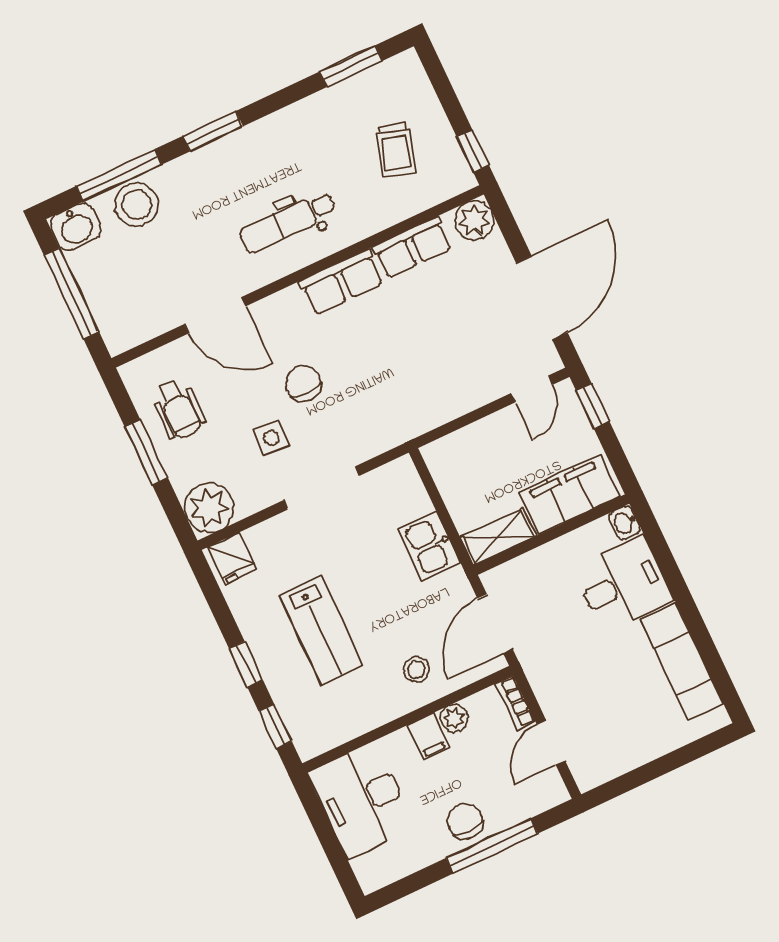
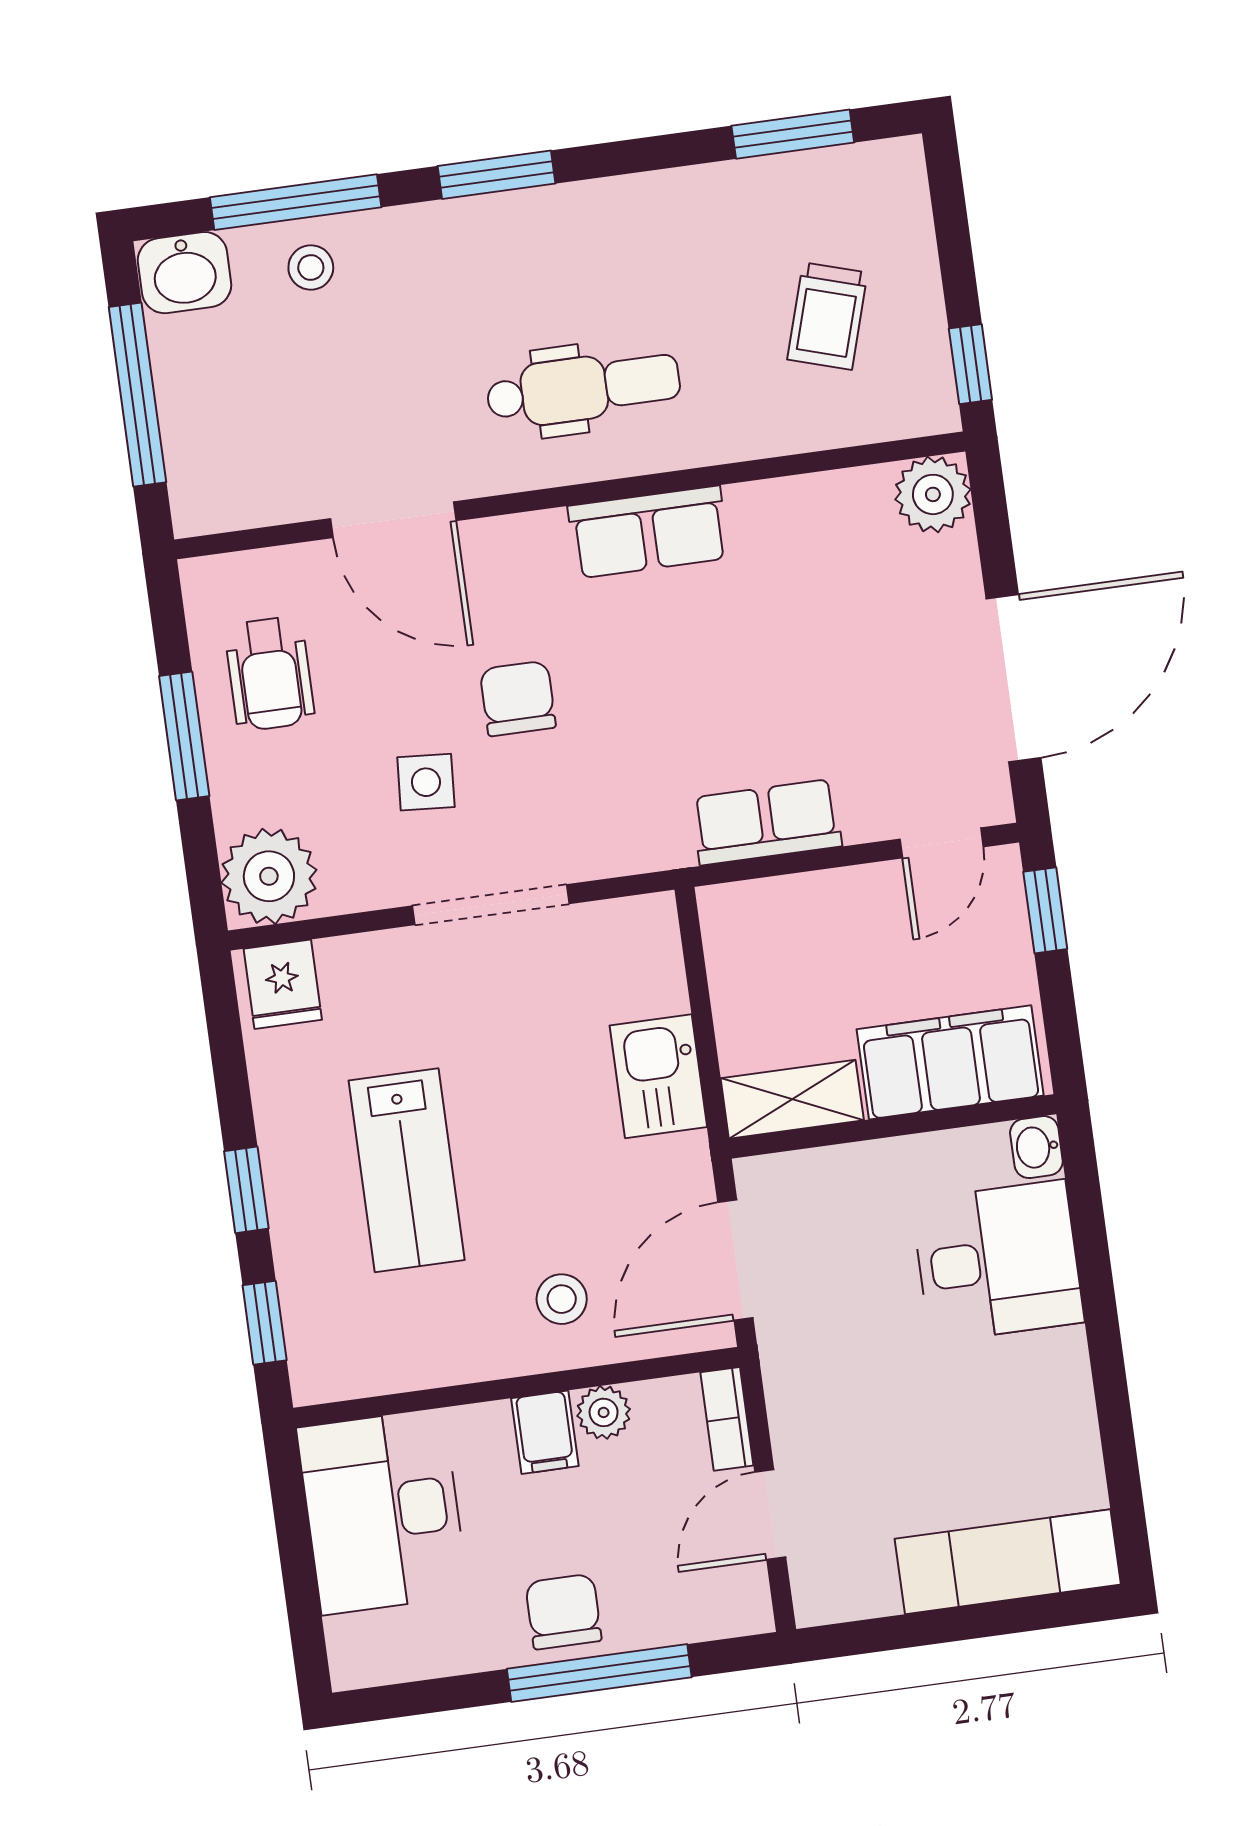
stool: (137, 205) -> (311, 267), width x0.53, depth x0.53
dental chair: (288, 222) -> (583, 388), turned 180
row of seats: (412, 247) -> (767, 822), moved, turned 180
exam couch: (682, 662) -> (1008, 1562), moved, turned 90

